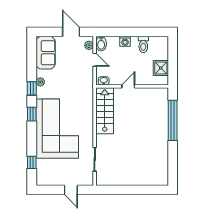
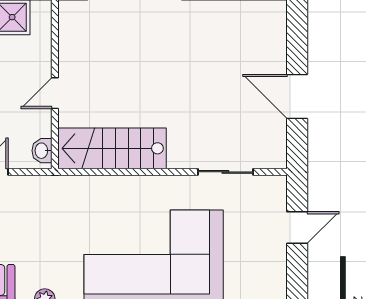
door: (128, 86) -> (55, 93), hinge flipped
door: (127, 190) -> (297, 97), added

